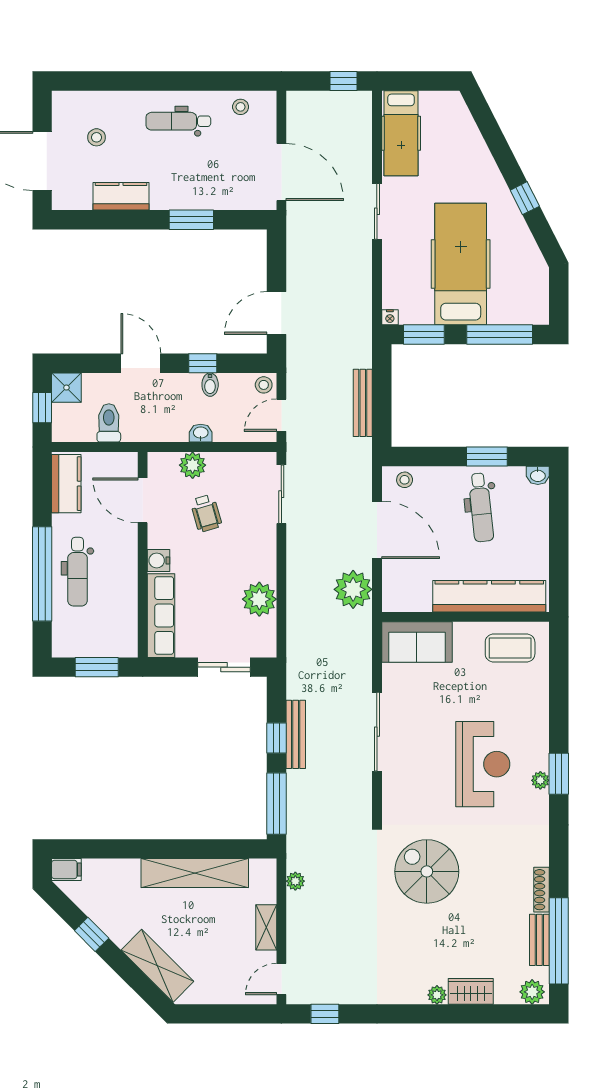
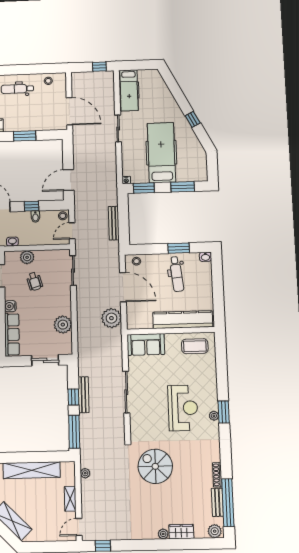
window: (500, 335) -> (183, 187), width x0.69
washbasin: (201, 433) -> (12, 242), moved

